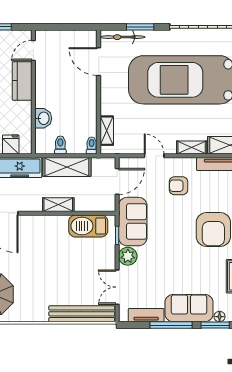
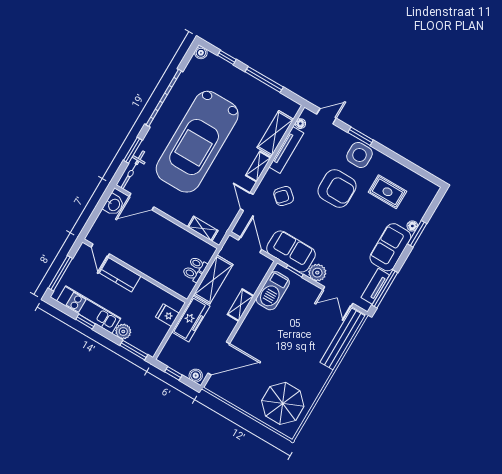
washbasin: (43, 118) -> (114, 205), moved, turned 90
toilet: (92, 145) -> (198, 264), moved
door: (154, 156) -> (247, 202), hinge flipped
armchair: (178, 186) -> (284, 196), turned 42
window: (171, 325) -> (385, 289), moved

